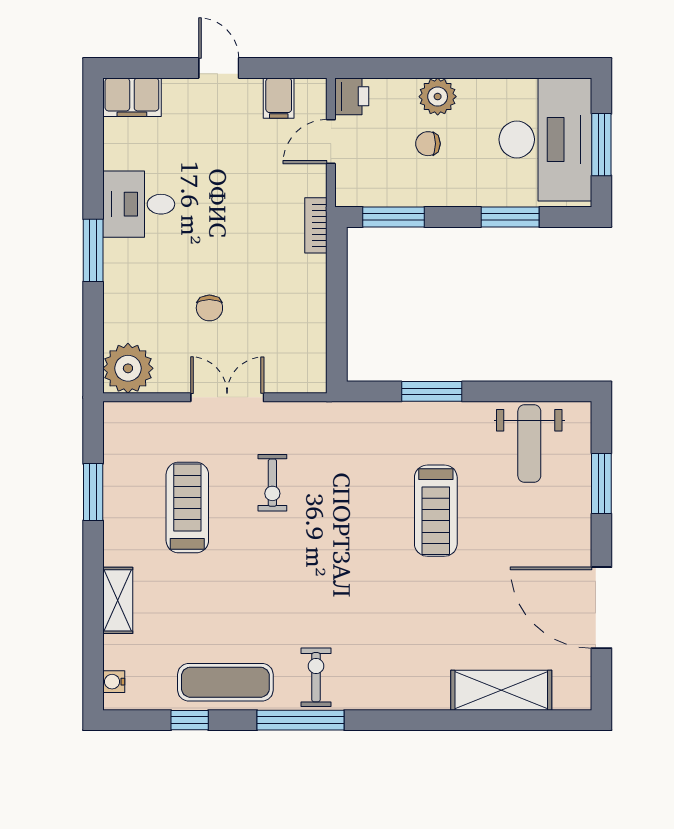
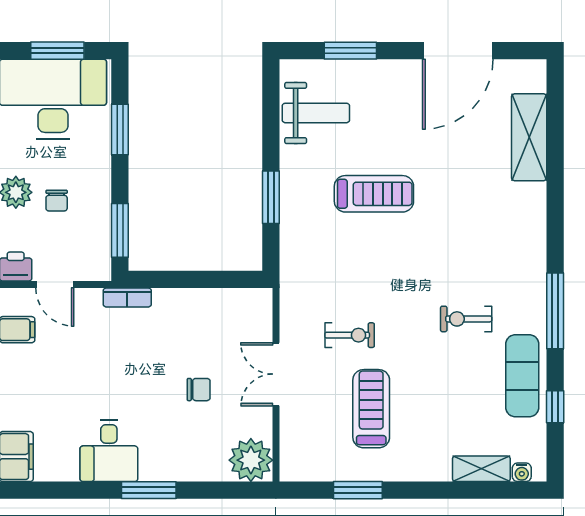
treadmill: (187, 508) -> (371, 409), turned 90
shelving: (118, 600) -> (481, 469), moved
exercise bike: (316, 677) -> (466, 319), moved

